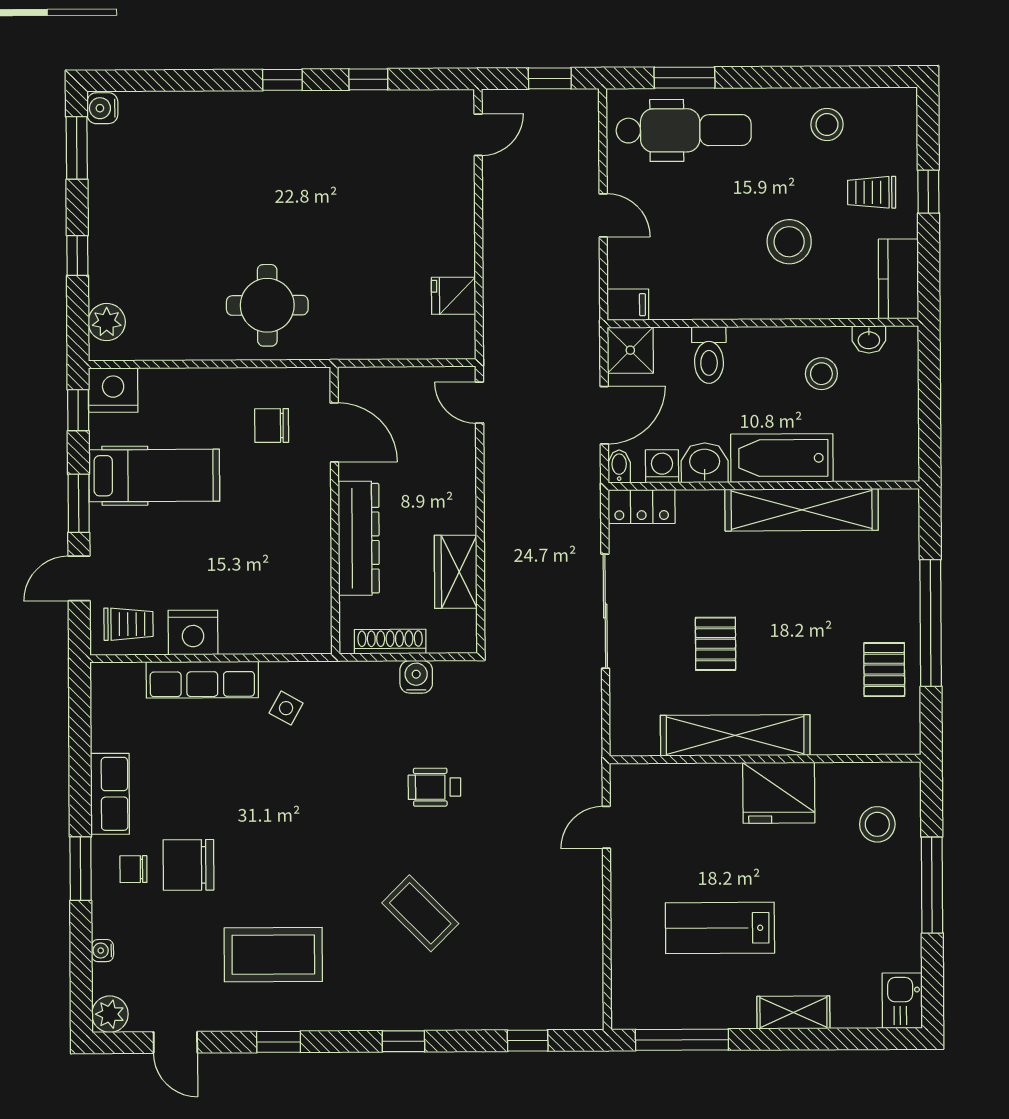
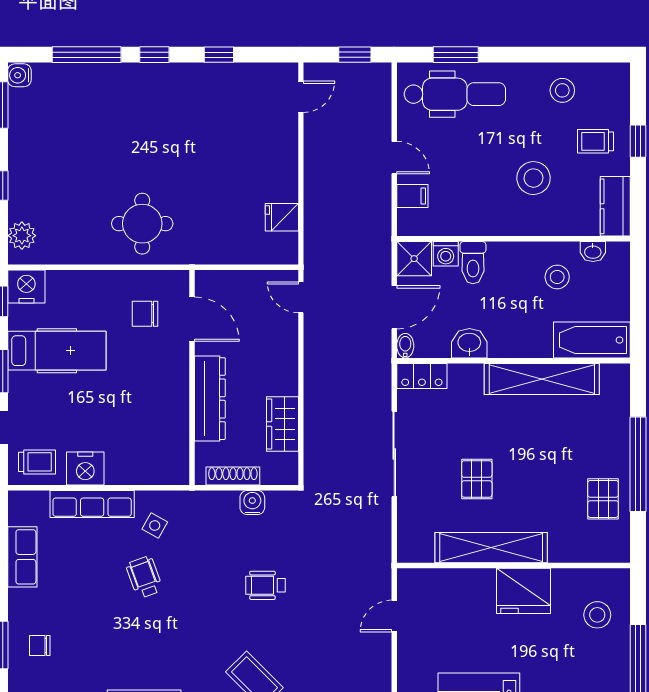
window: (192, 80) -> (87, 55), added
filing cabinet: (628, 305) -> (412, 196), moved
bathtub: (782, 458) -> (592, 340), moved
washing machine: (662, 466) -> (446, 254), moved, turned 180
wheelchair: (273, 777) -> (144, 577), added
row of seats: (110, 794) -> (22, 557), moved
chair: (188, 865) -> (81, 643), removed

